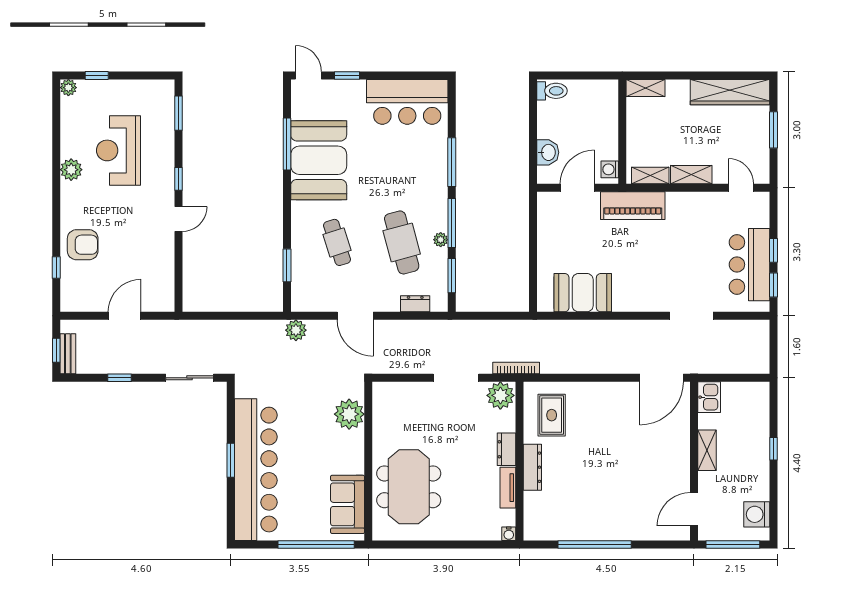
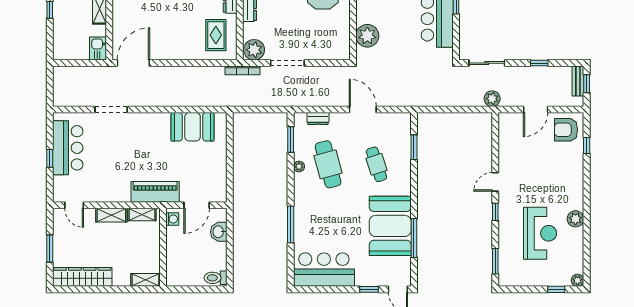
window: (452, 223) -> (291, 179), removed
armchair: (83, 245) -> (566, 130), moved
window: (773, 285) -> (50, 132), removed
plant: (296, 330) -> (492, 99), moved

